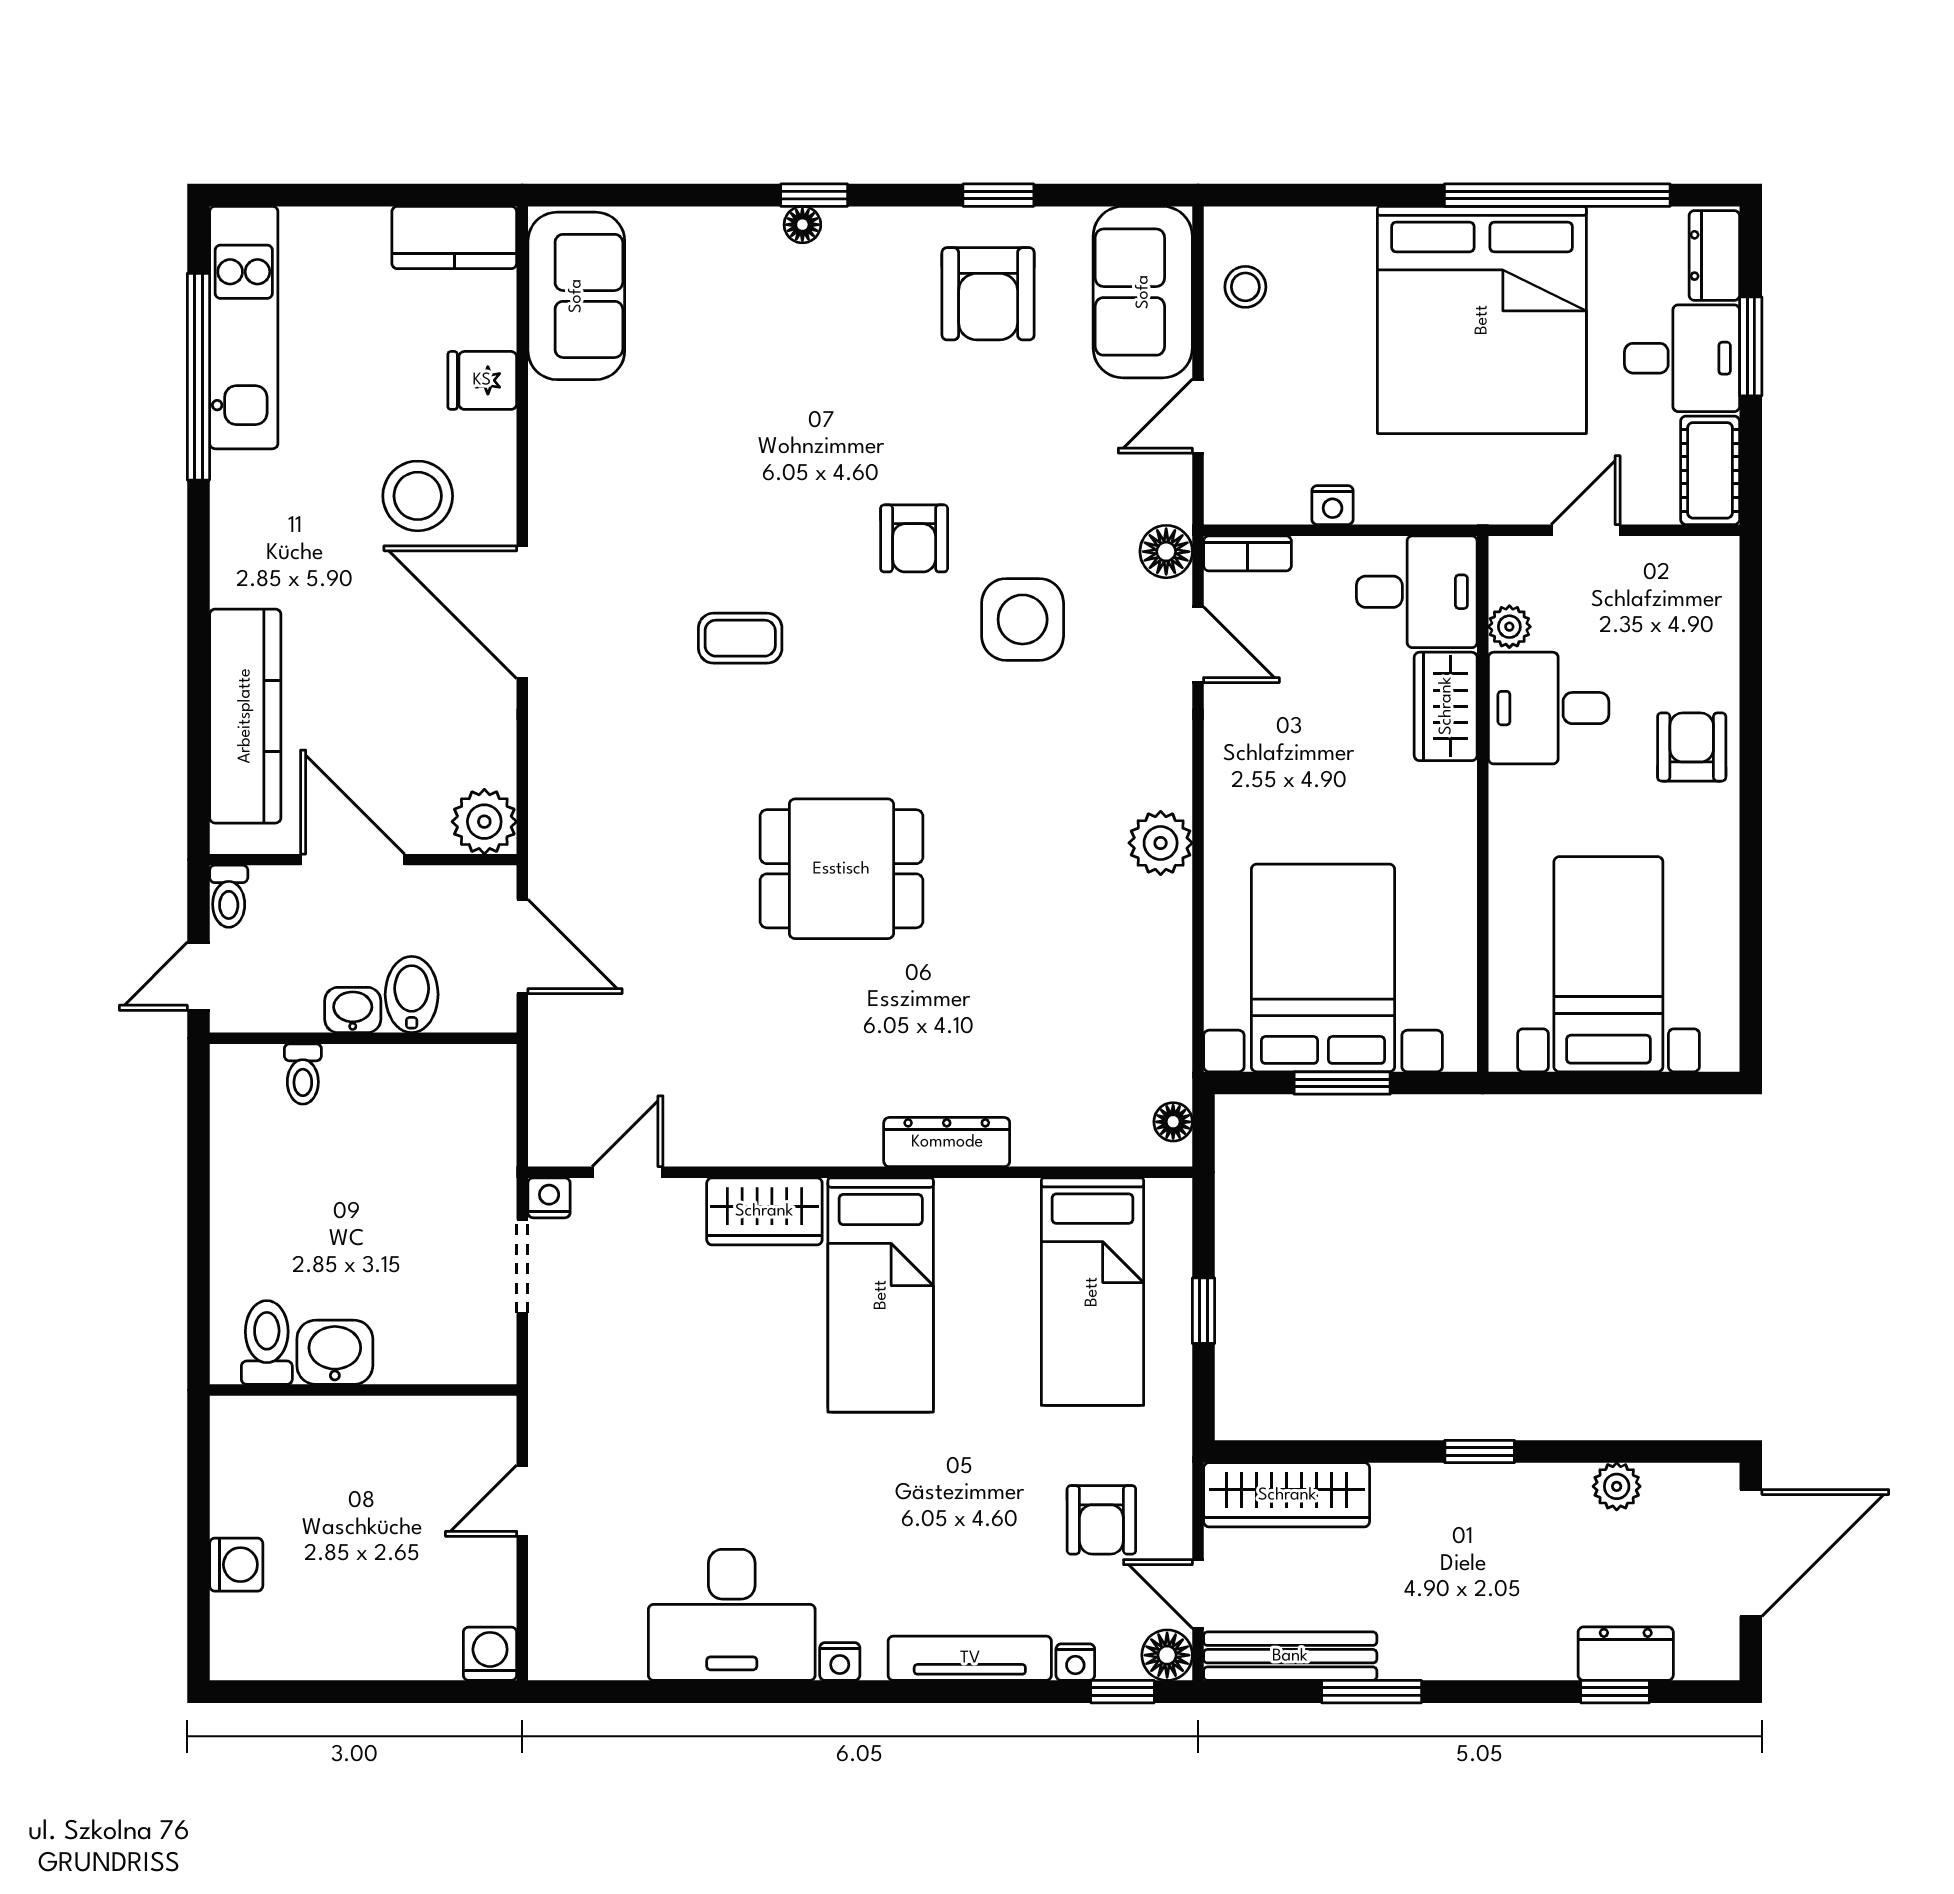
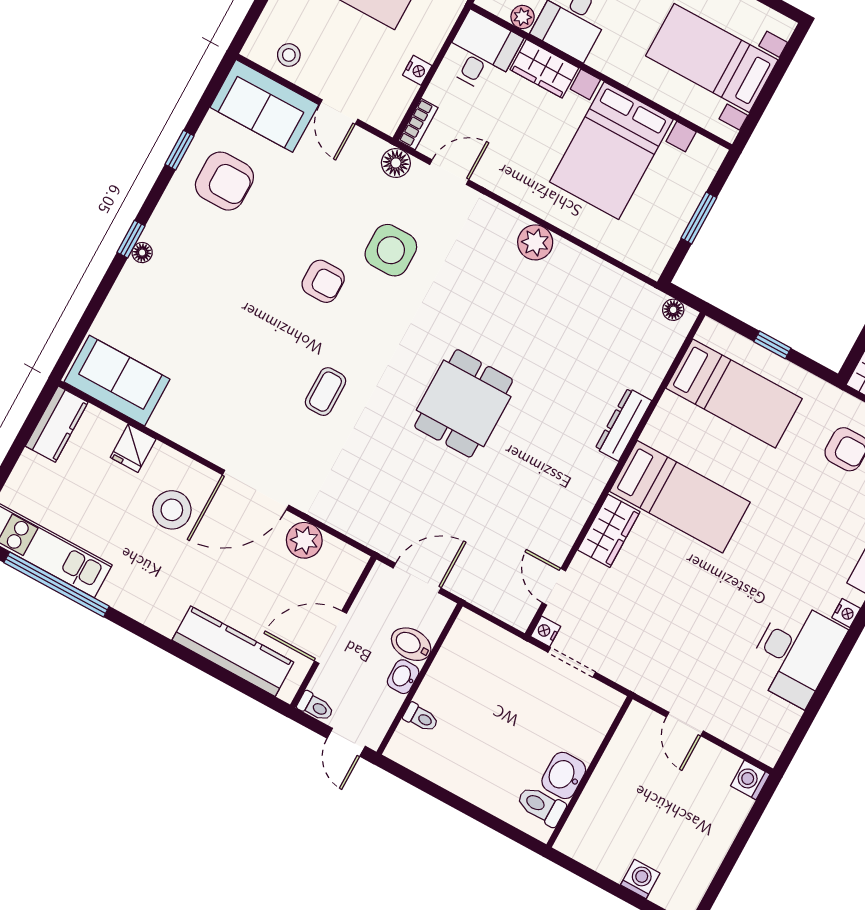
plant: (484, 822) -> (304, 540), moved
bed with nightstands: (1323, 968) -> (611, 151), moved, turned -90

